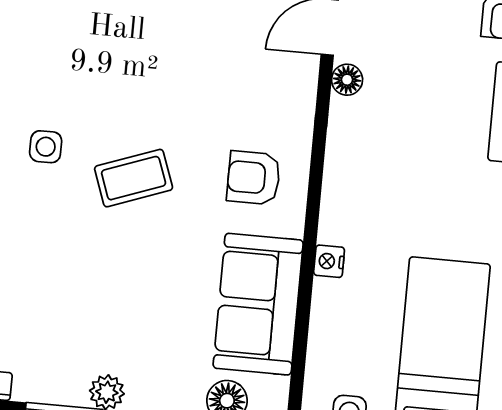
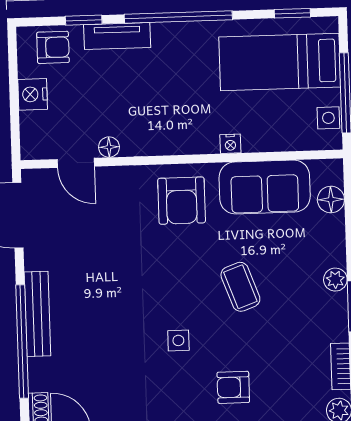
coffee table: (134, 178) -> (240, 287), moved
armchair: (254, 178) -> (182, 201), width x1.38, depth x1.38

